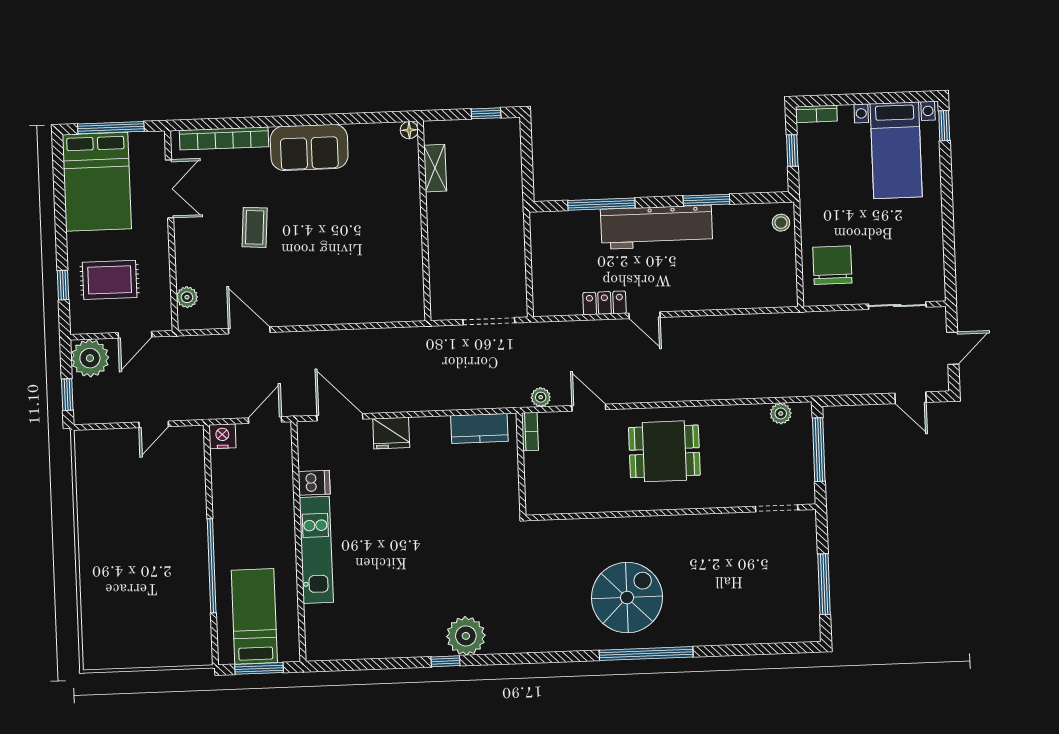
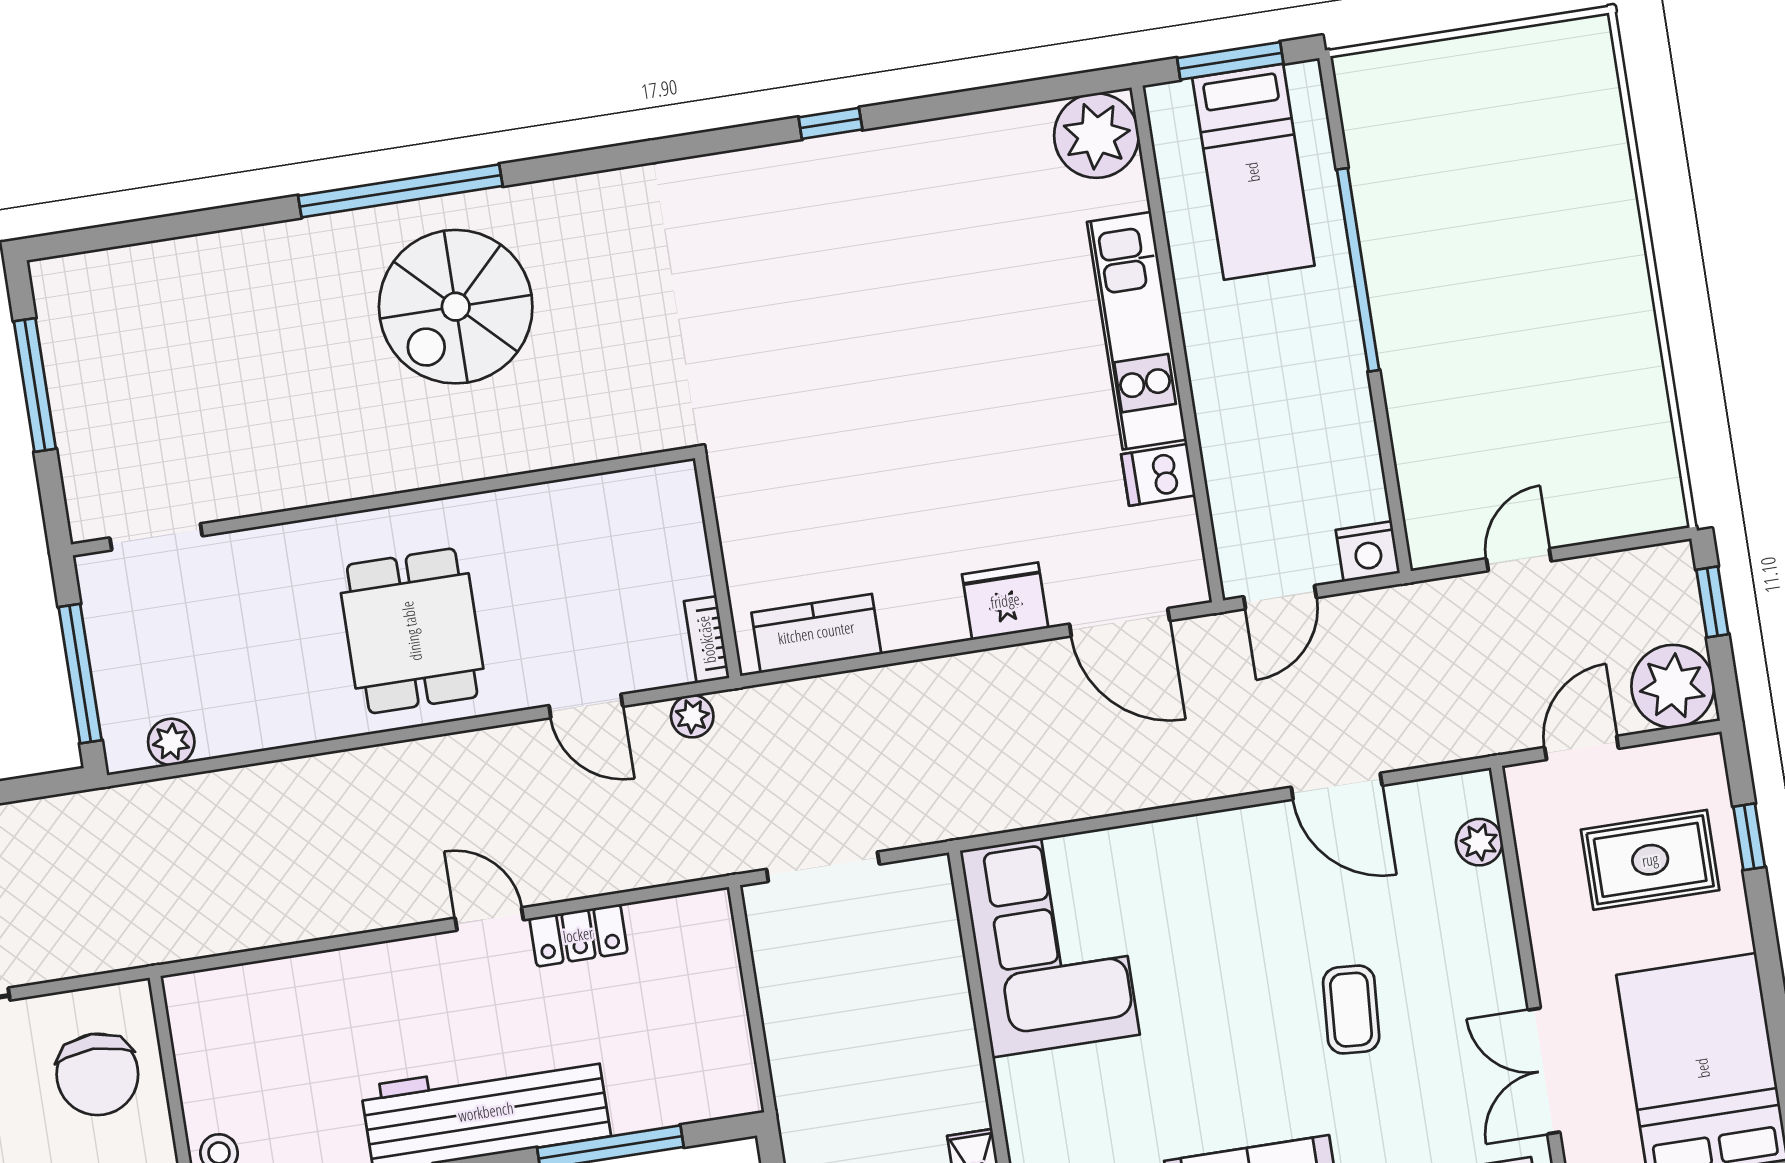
corner sofa: (389, 274) -> (1050, 943), added
dining table: (664, 451) -> (412, 631), turned 90
plant: (466, 636) -> (1096, 136), moved

